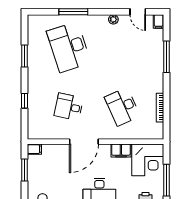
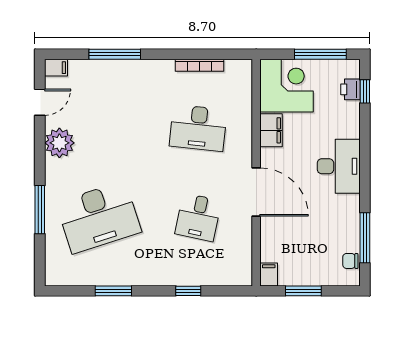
plant: (113, 19) -> (59, 143), width x1.87, depth x1.87
desk: (122, 107) -> (198, 128), turned 30

